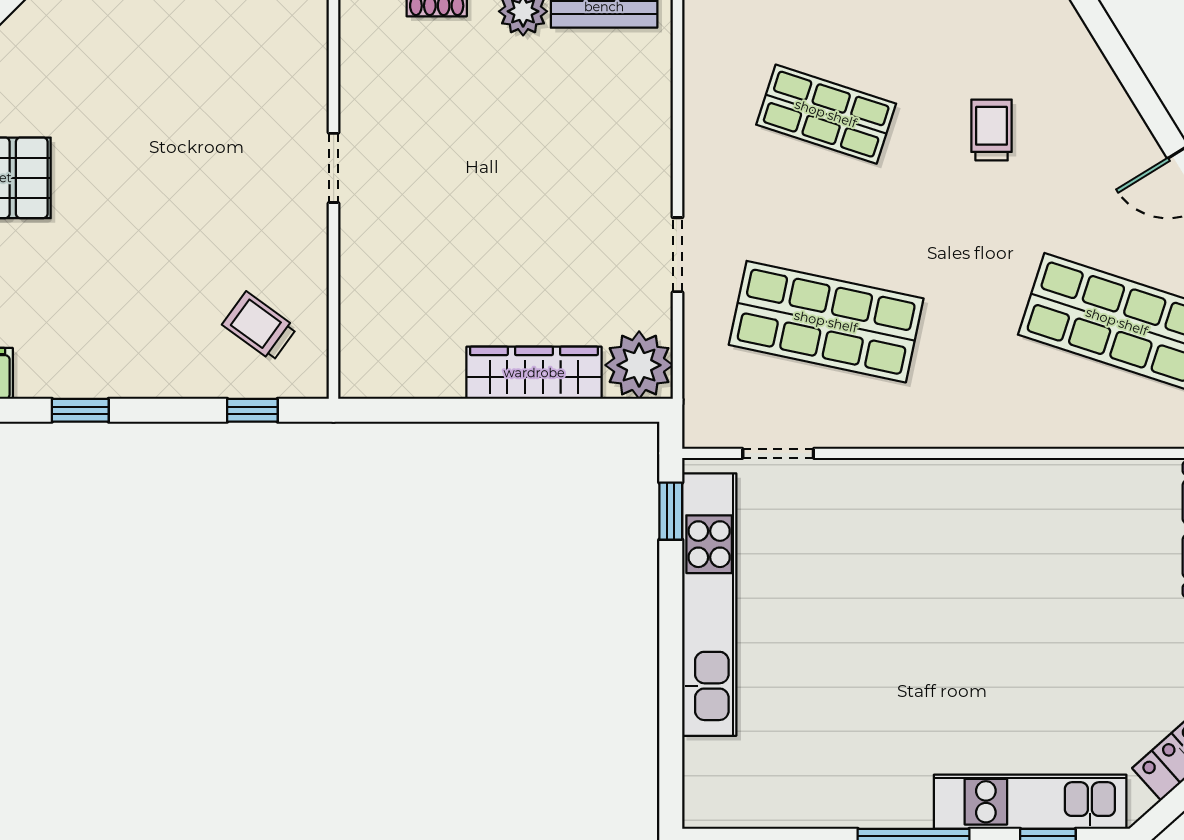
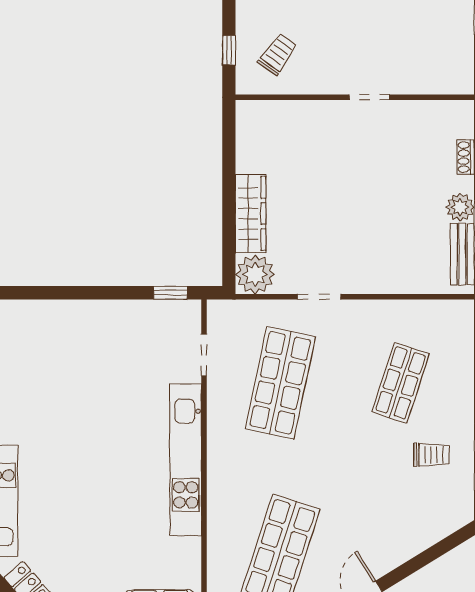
trolley: (992, 130) -> (432, 455), moved
kitchen unit: (709, 605) -> (186, 460), moved, turned 90

